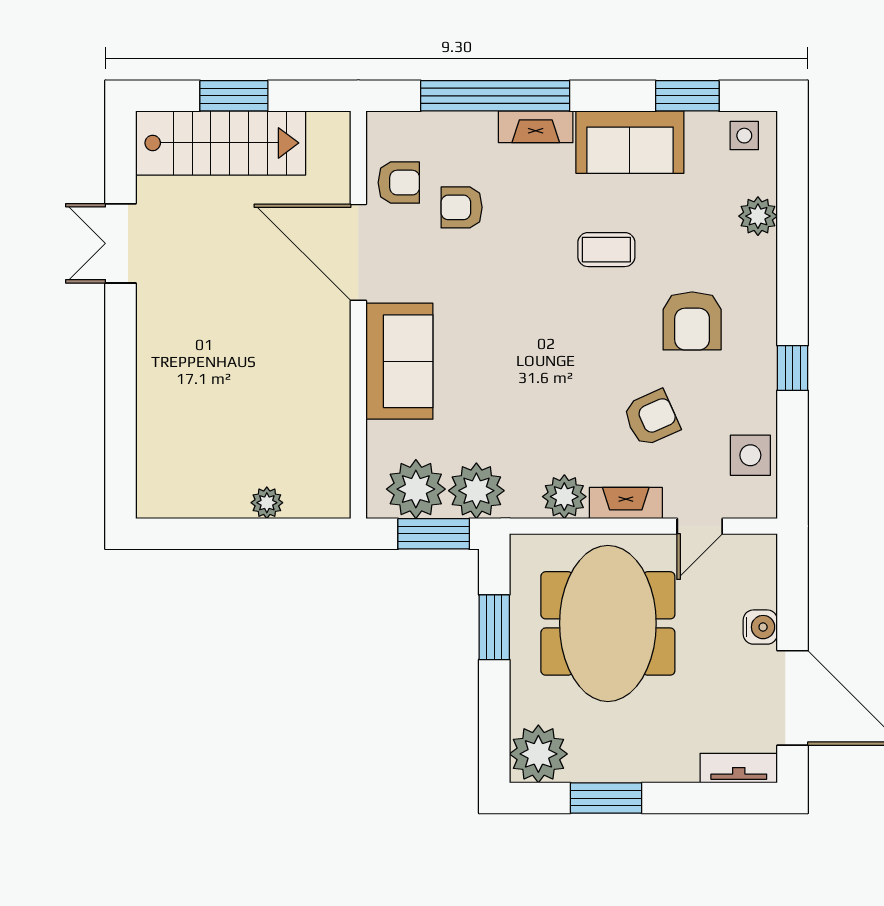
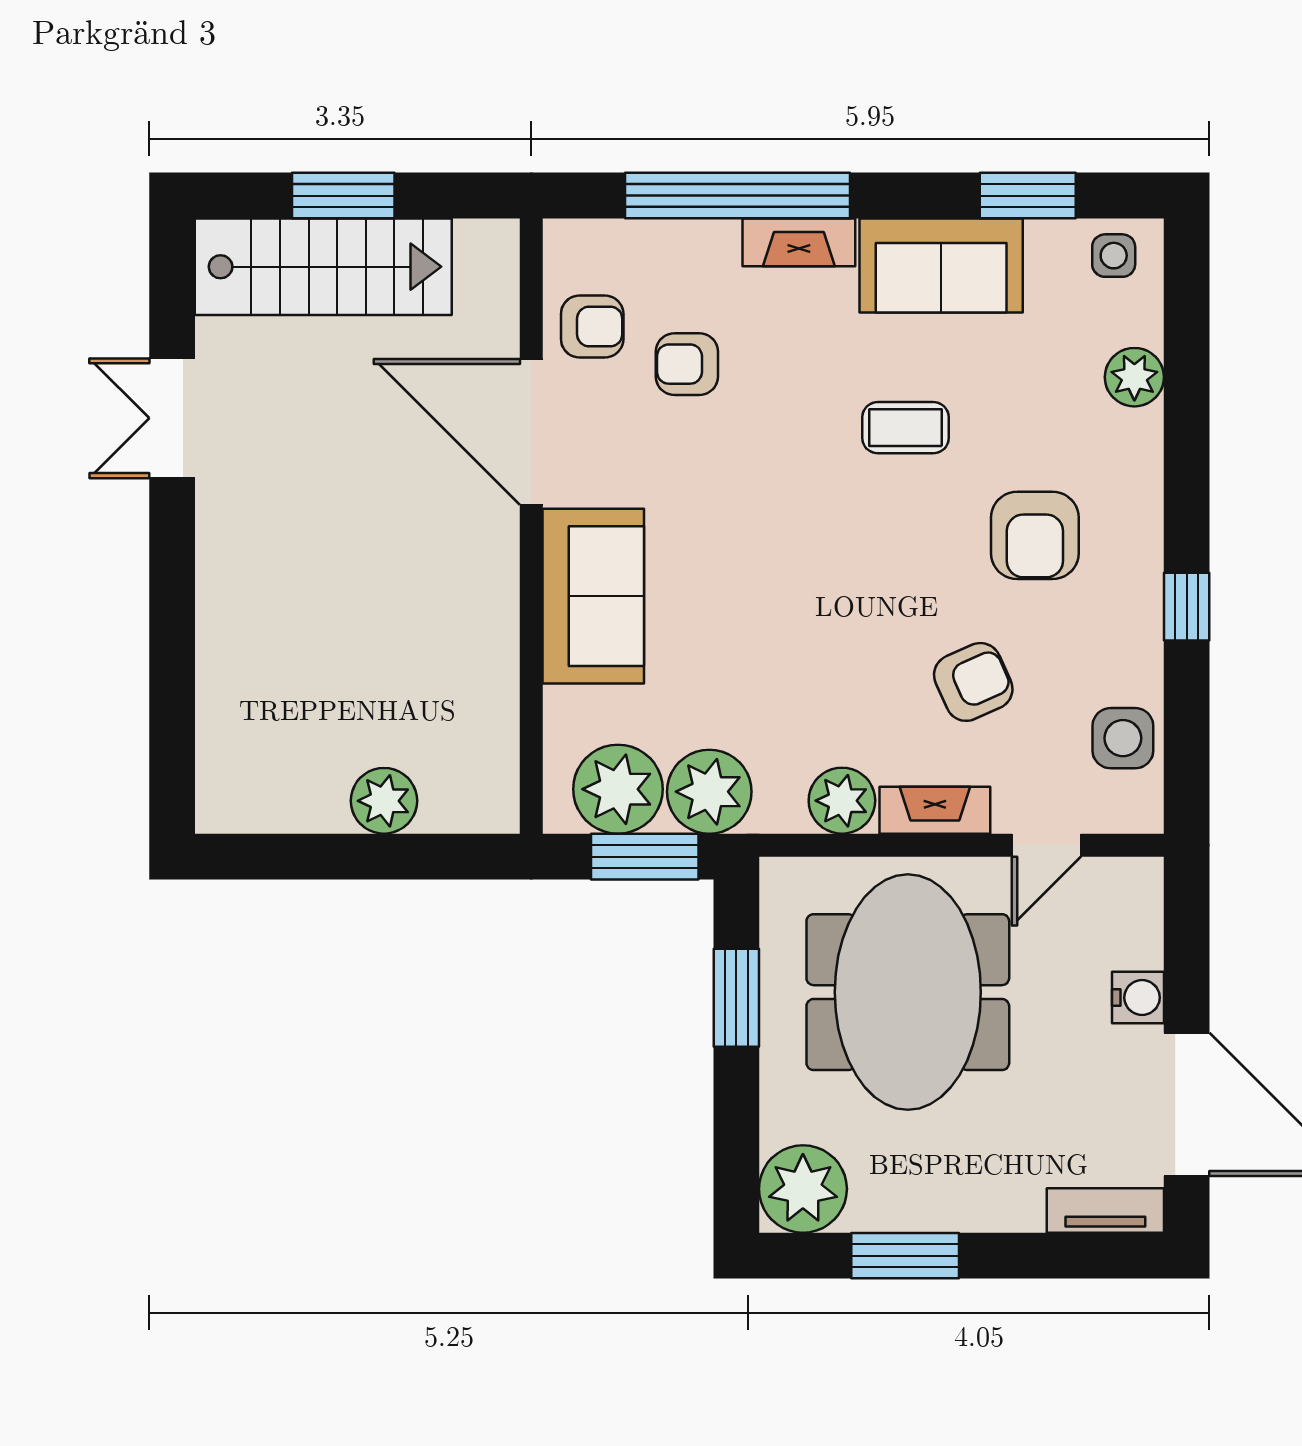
plant: (267, 503) -> (384, 801), width x1.38, depth x1.38

